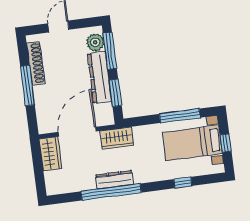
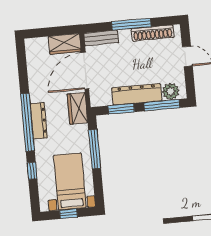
bench: (43, 116) -> (101, 38), added
window: (180, 116) -> (95, 149), moved
door: (77, 132) -> (85, 71), swing flipped
dresser: (114, 180) -> (39, 121), moved
window: (111, 192) -> (27, 122), moved

